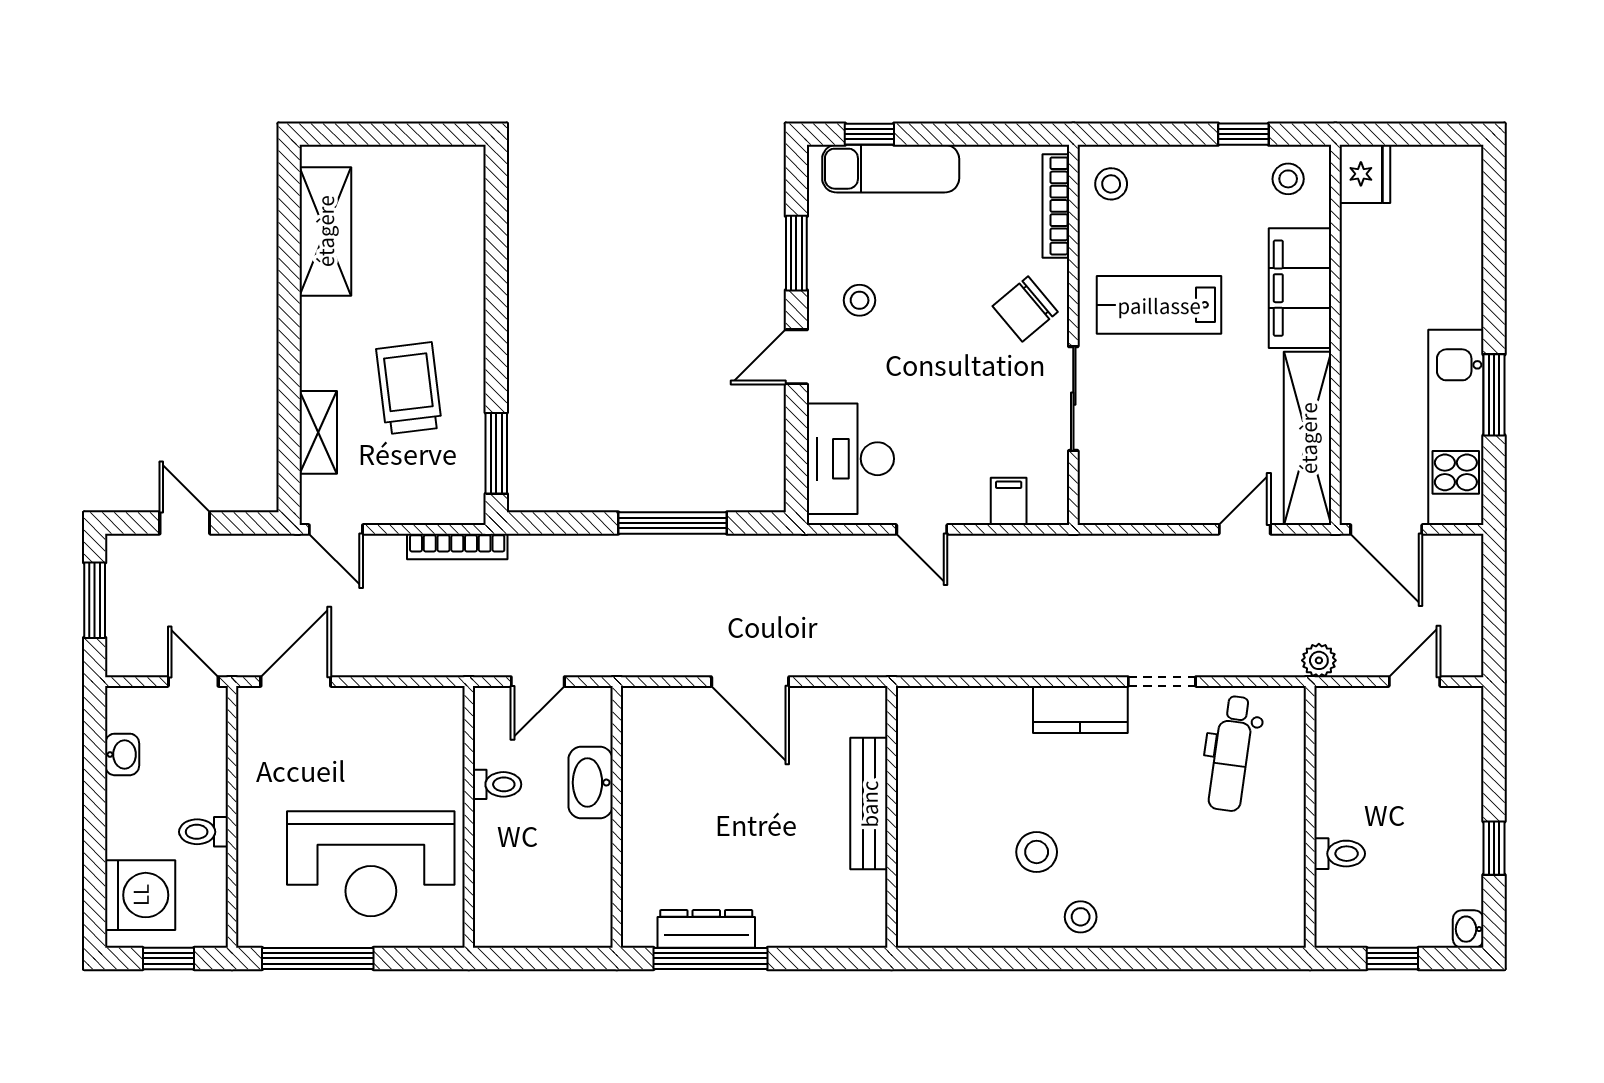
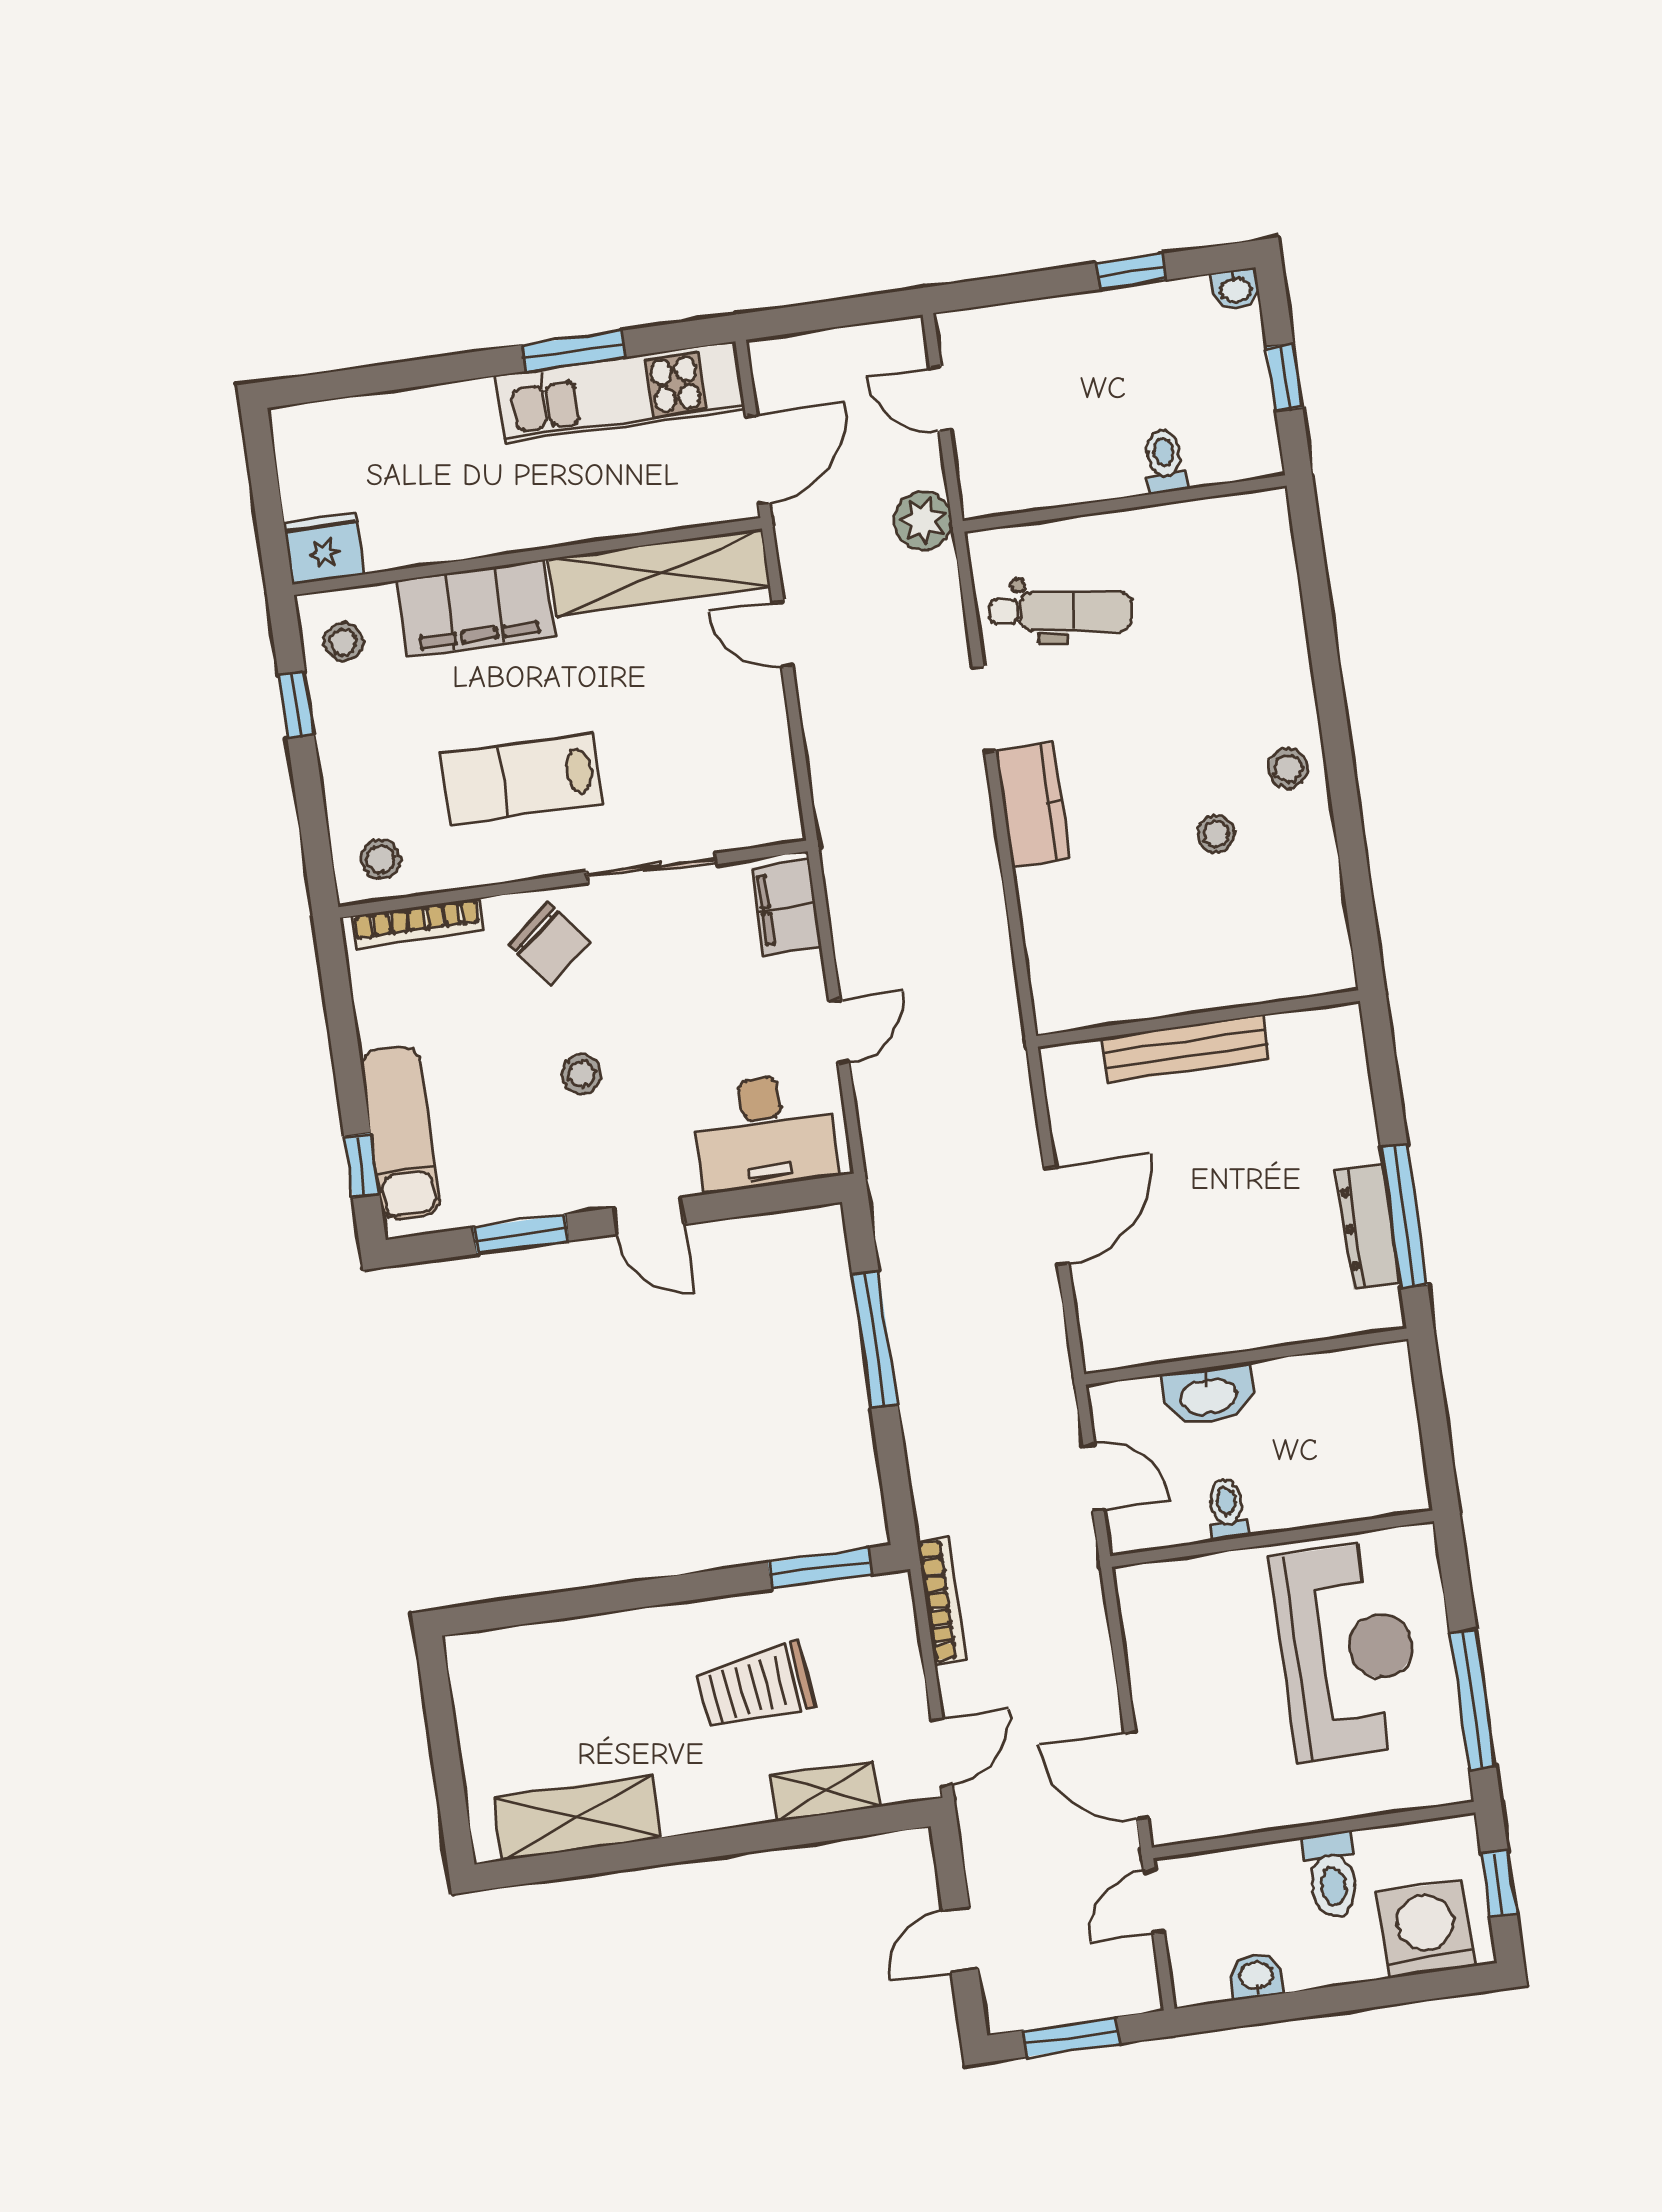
stool: (860, 300) -> (582, 1074), moved
lab bench: (1159, 305) -> (521, 779), turned 90
filing cabinet: (1009, 501) -> (786, 908), width x2.00
plant: (1319, 660) -> (923, 521), width x1.38, depth x1.38
toilet: (203, 832) -> (1332, 1875), width x1.37, depth x1.39
stool: (1037, 852) -> (1216, 834), width x0.73, depth x0.73

